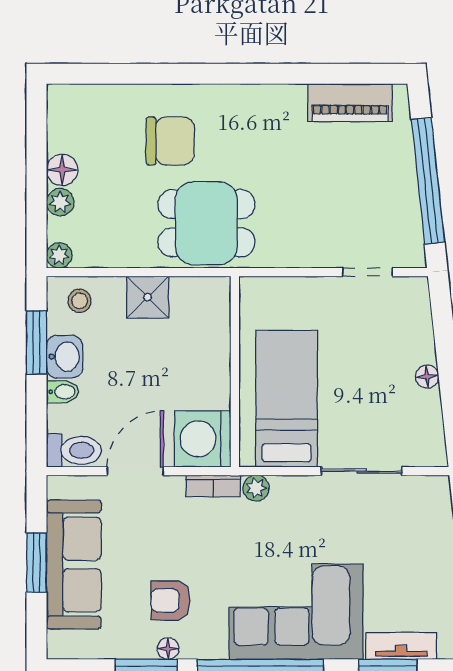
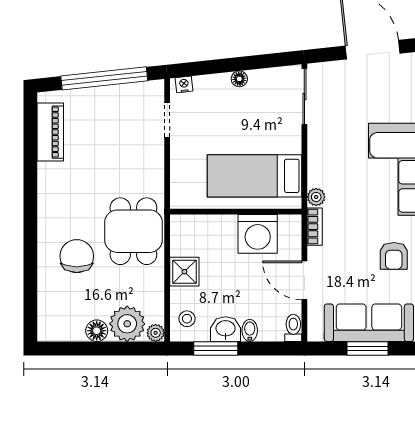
plant: (60, 202) -> (127, 324), width x1.87, depth x1.87
nightstand: (419, 296) -> (184, 84), added
washing machine: (203, 439) -> (258, 234), moved
toilet: (74, 450) -> (293, 328), width x0.73, depth x0.72
sliding door: (362, 471) -> (304, 96), moved

